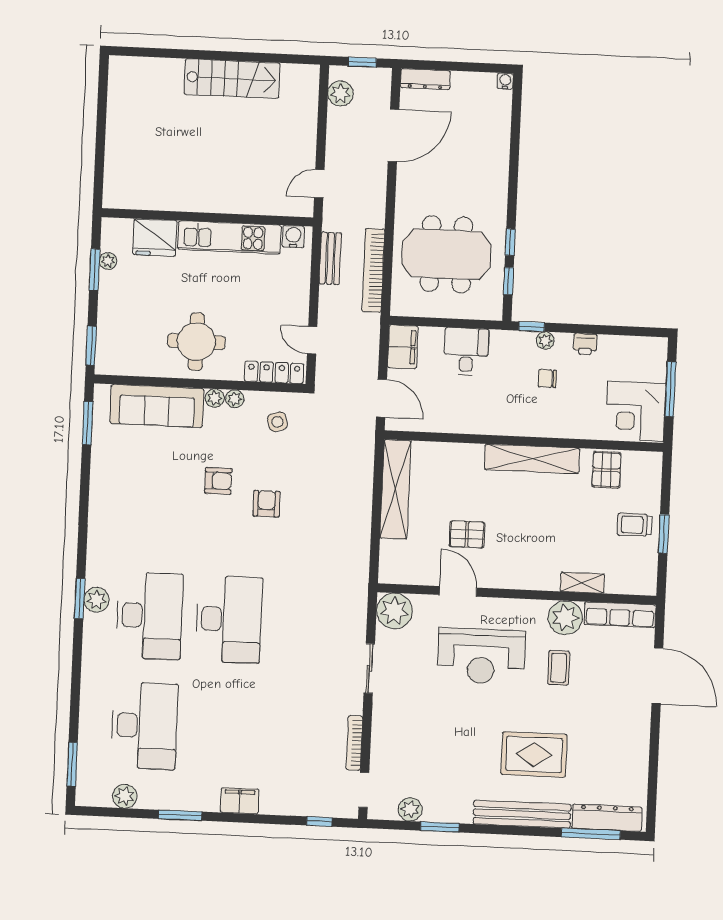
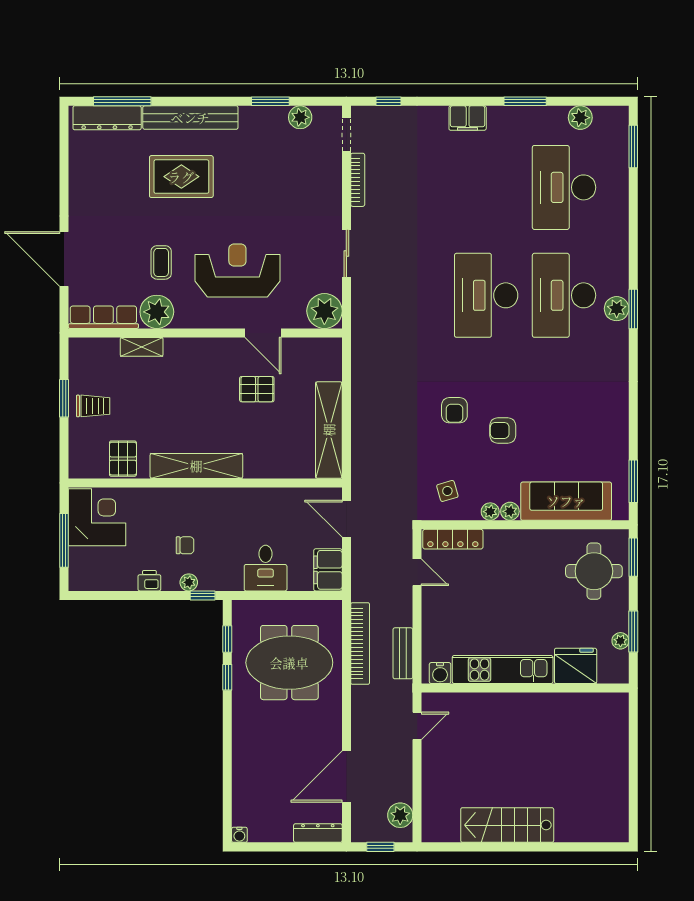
round table: (196, 342) -> (594, 571), moved

